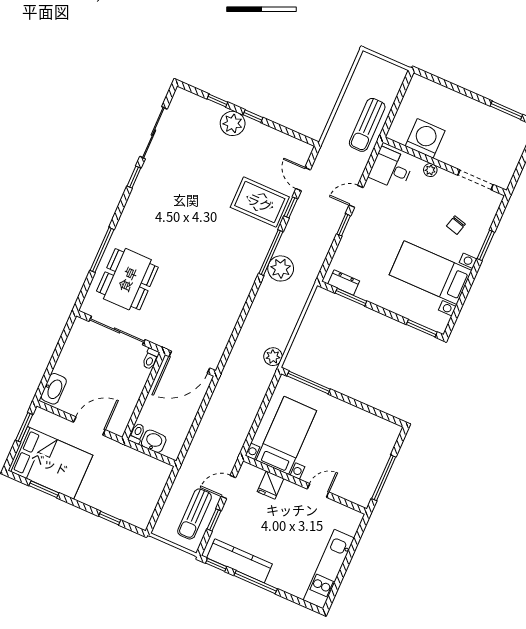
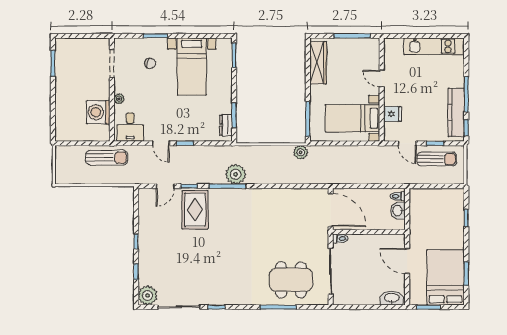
plant: (233, 123) -> (148, 295), moved
wardrobe: (370, 424) -> (318, 63), added
toilet: (137, 433) -> (398, 196), moved

